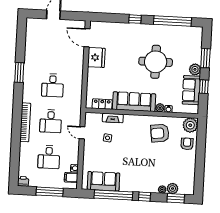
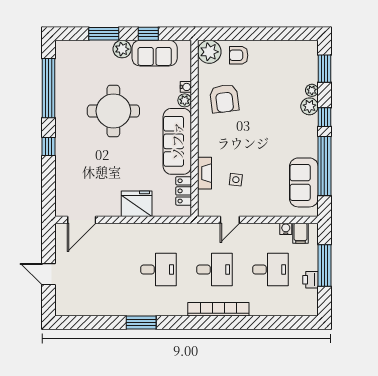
fridge: (96, 58) -> (137, 204), moved
printer: (23, 181) -> (310, 280), moved
plant: (173, 189) -> (309, 106), moved

